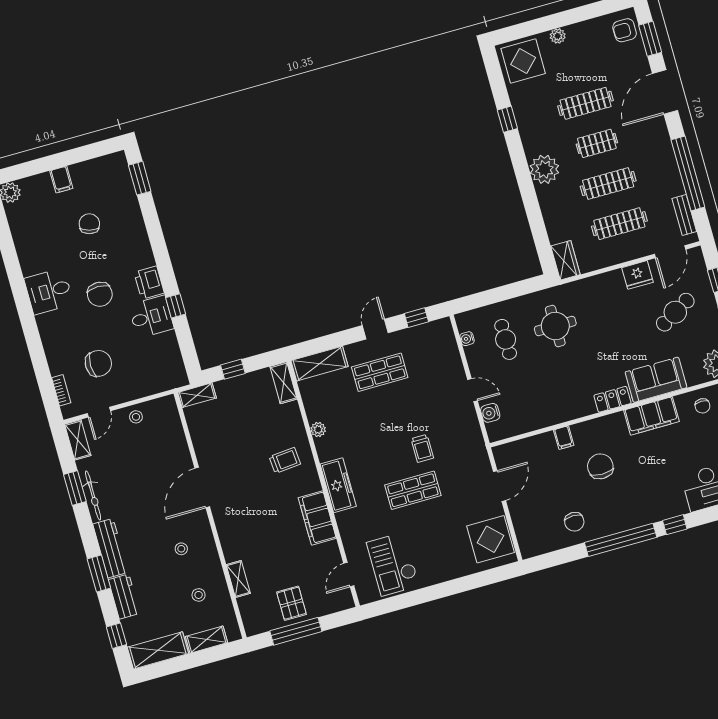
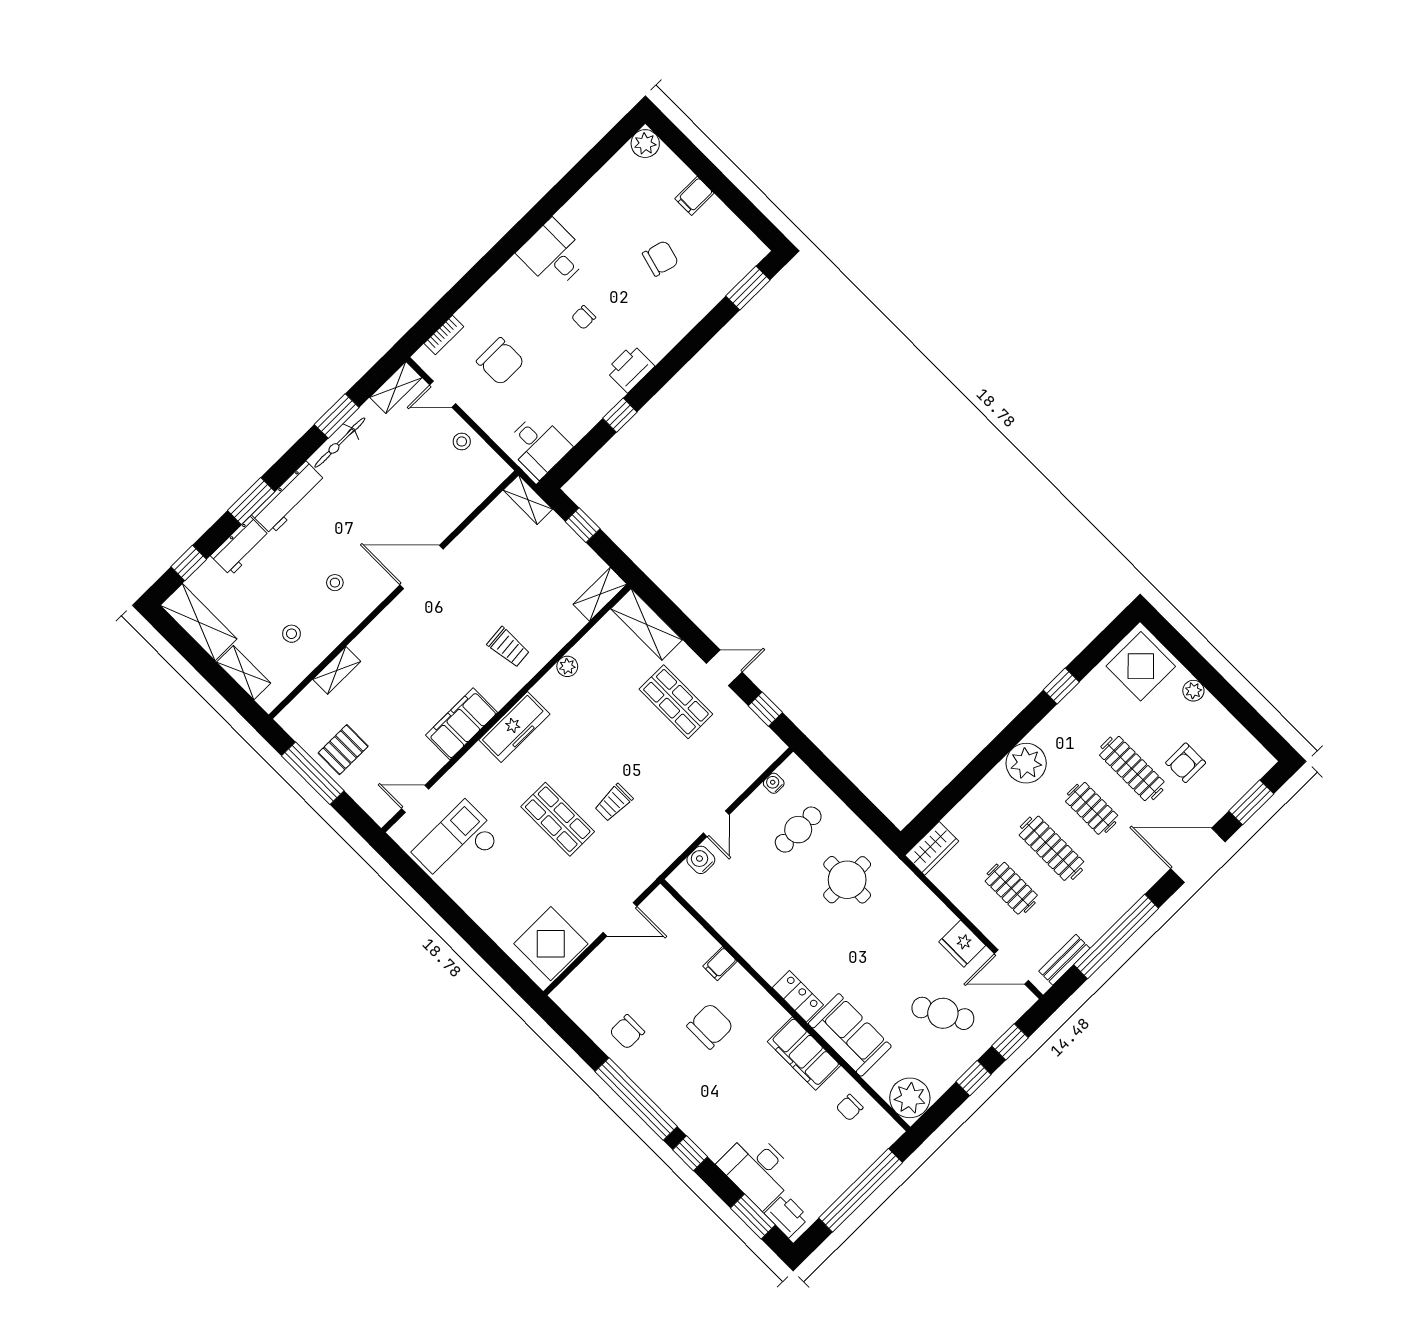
armchair: (625, 30) -> (1186, 763), moved, turned -90
clothes rail: (619, 224) -> (1011, 888), width x0.73
chair: (100, 294) -> (584, 317), width x0.54, depth x0.54
desk: (151, 317) -> (538, 445), moved

